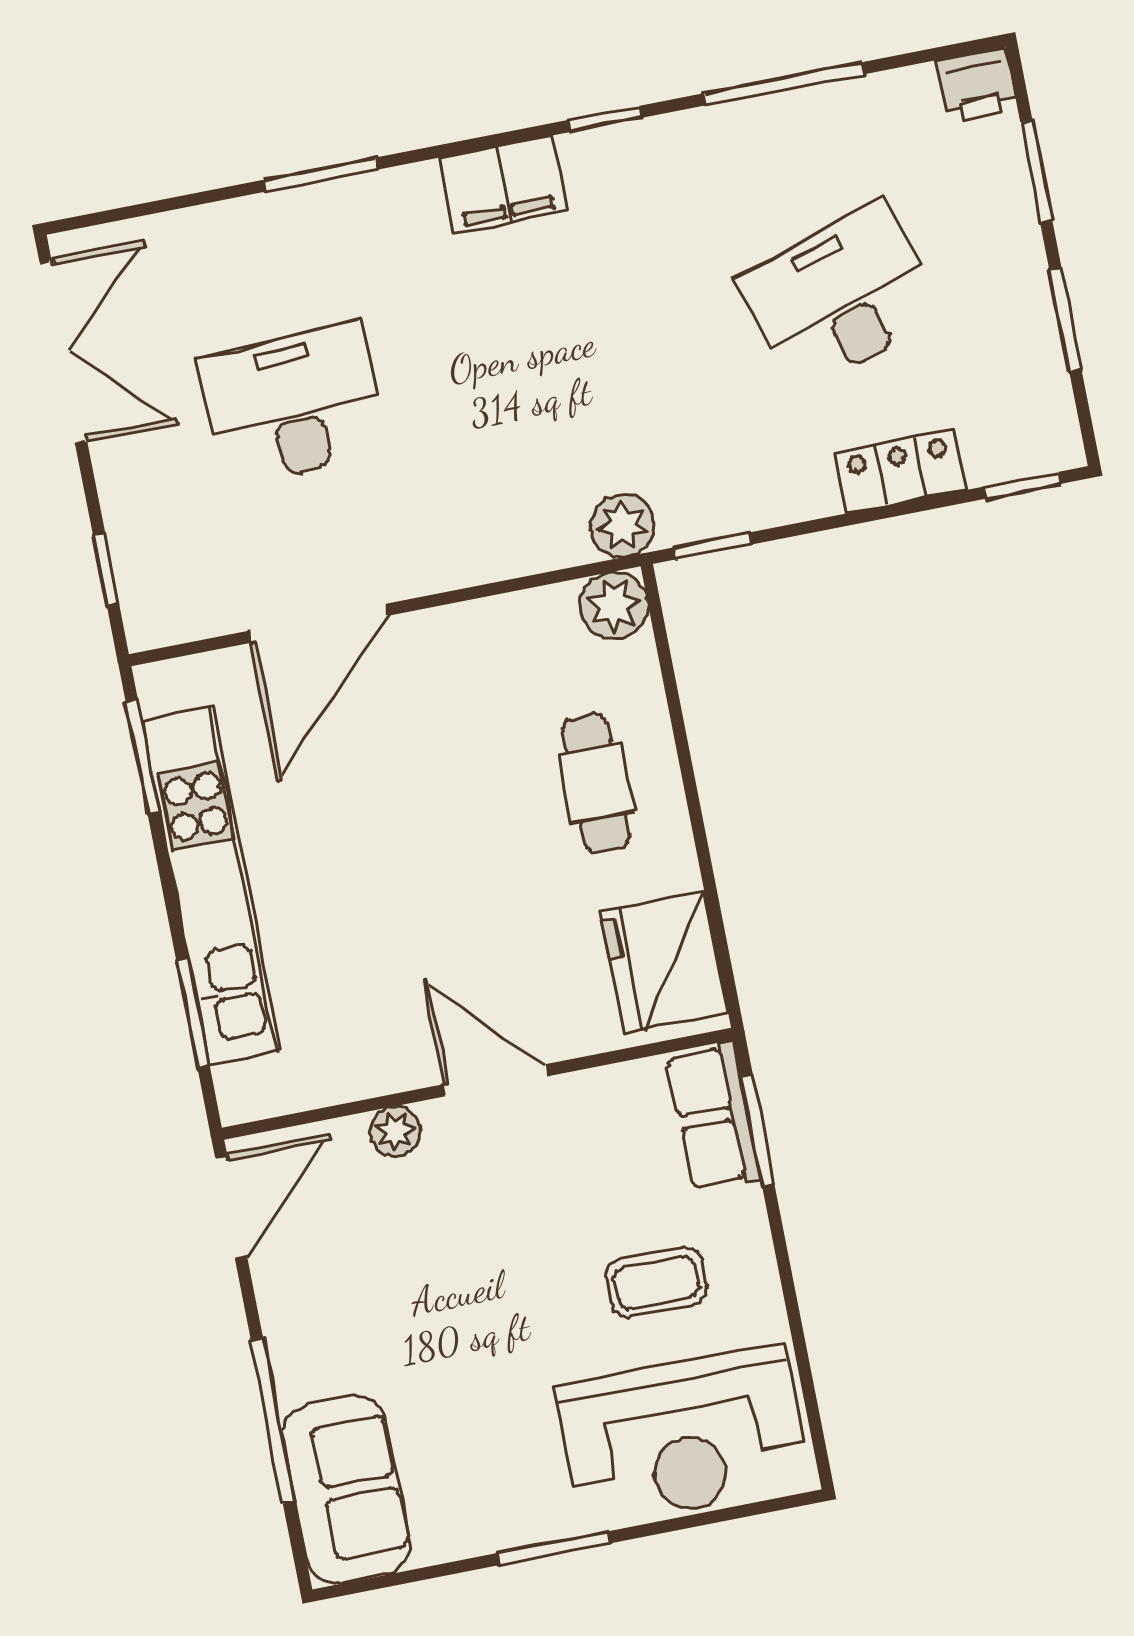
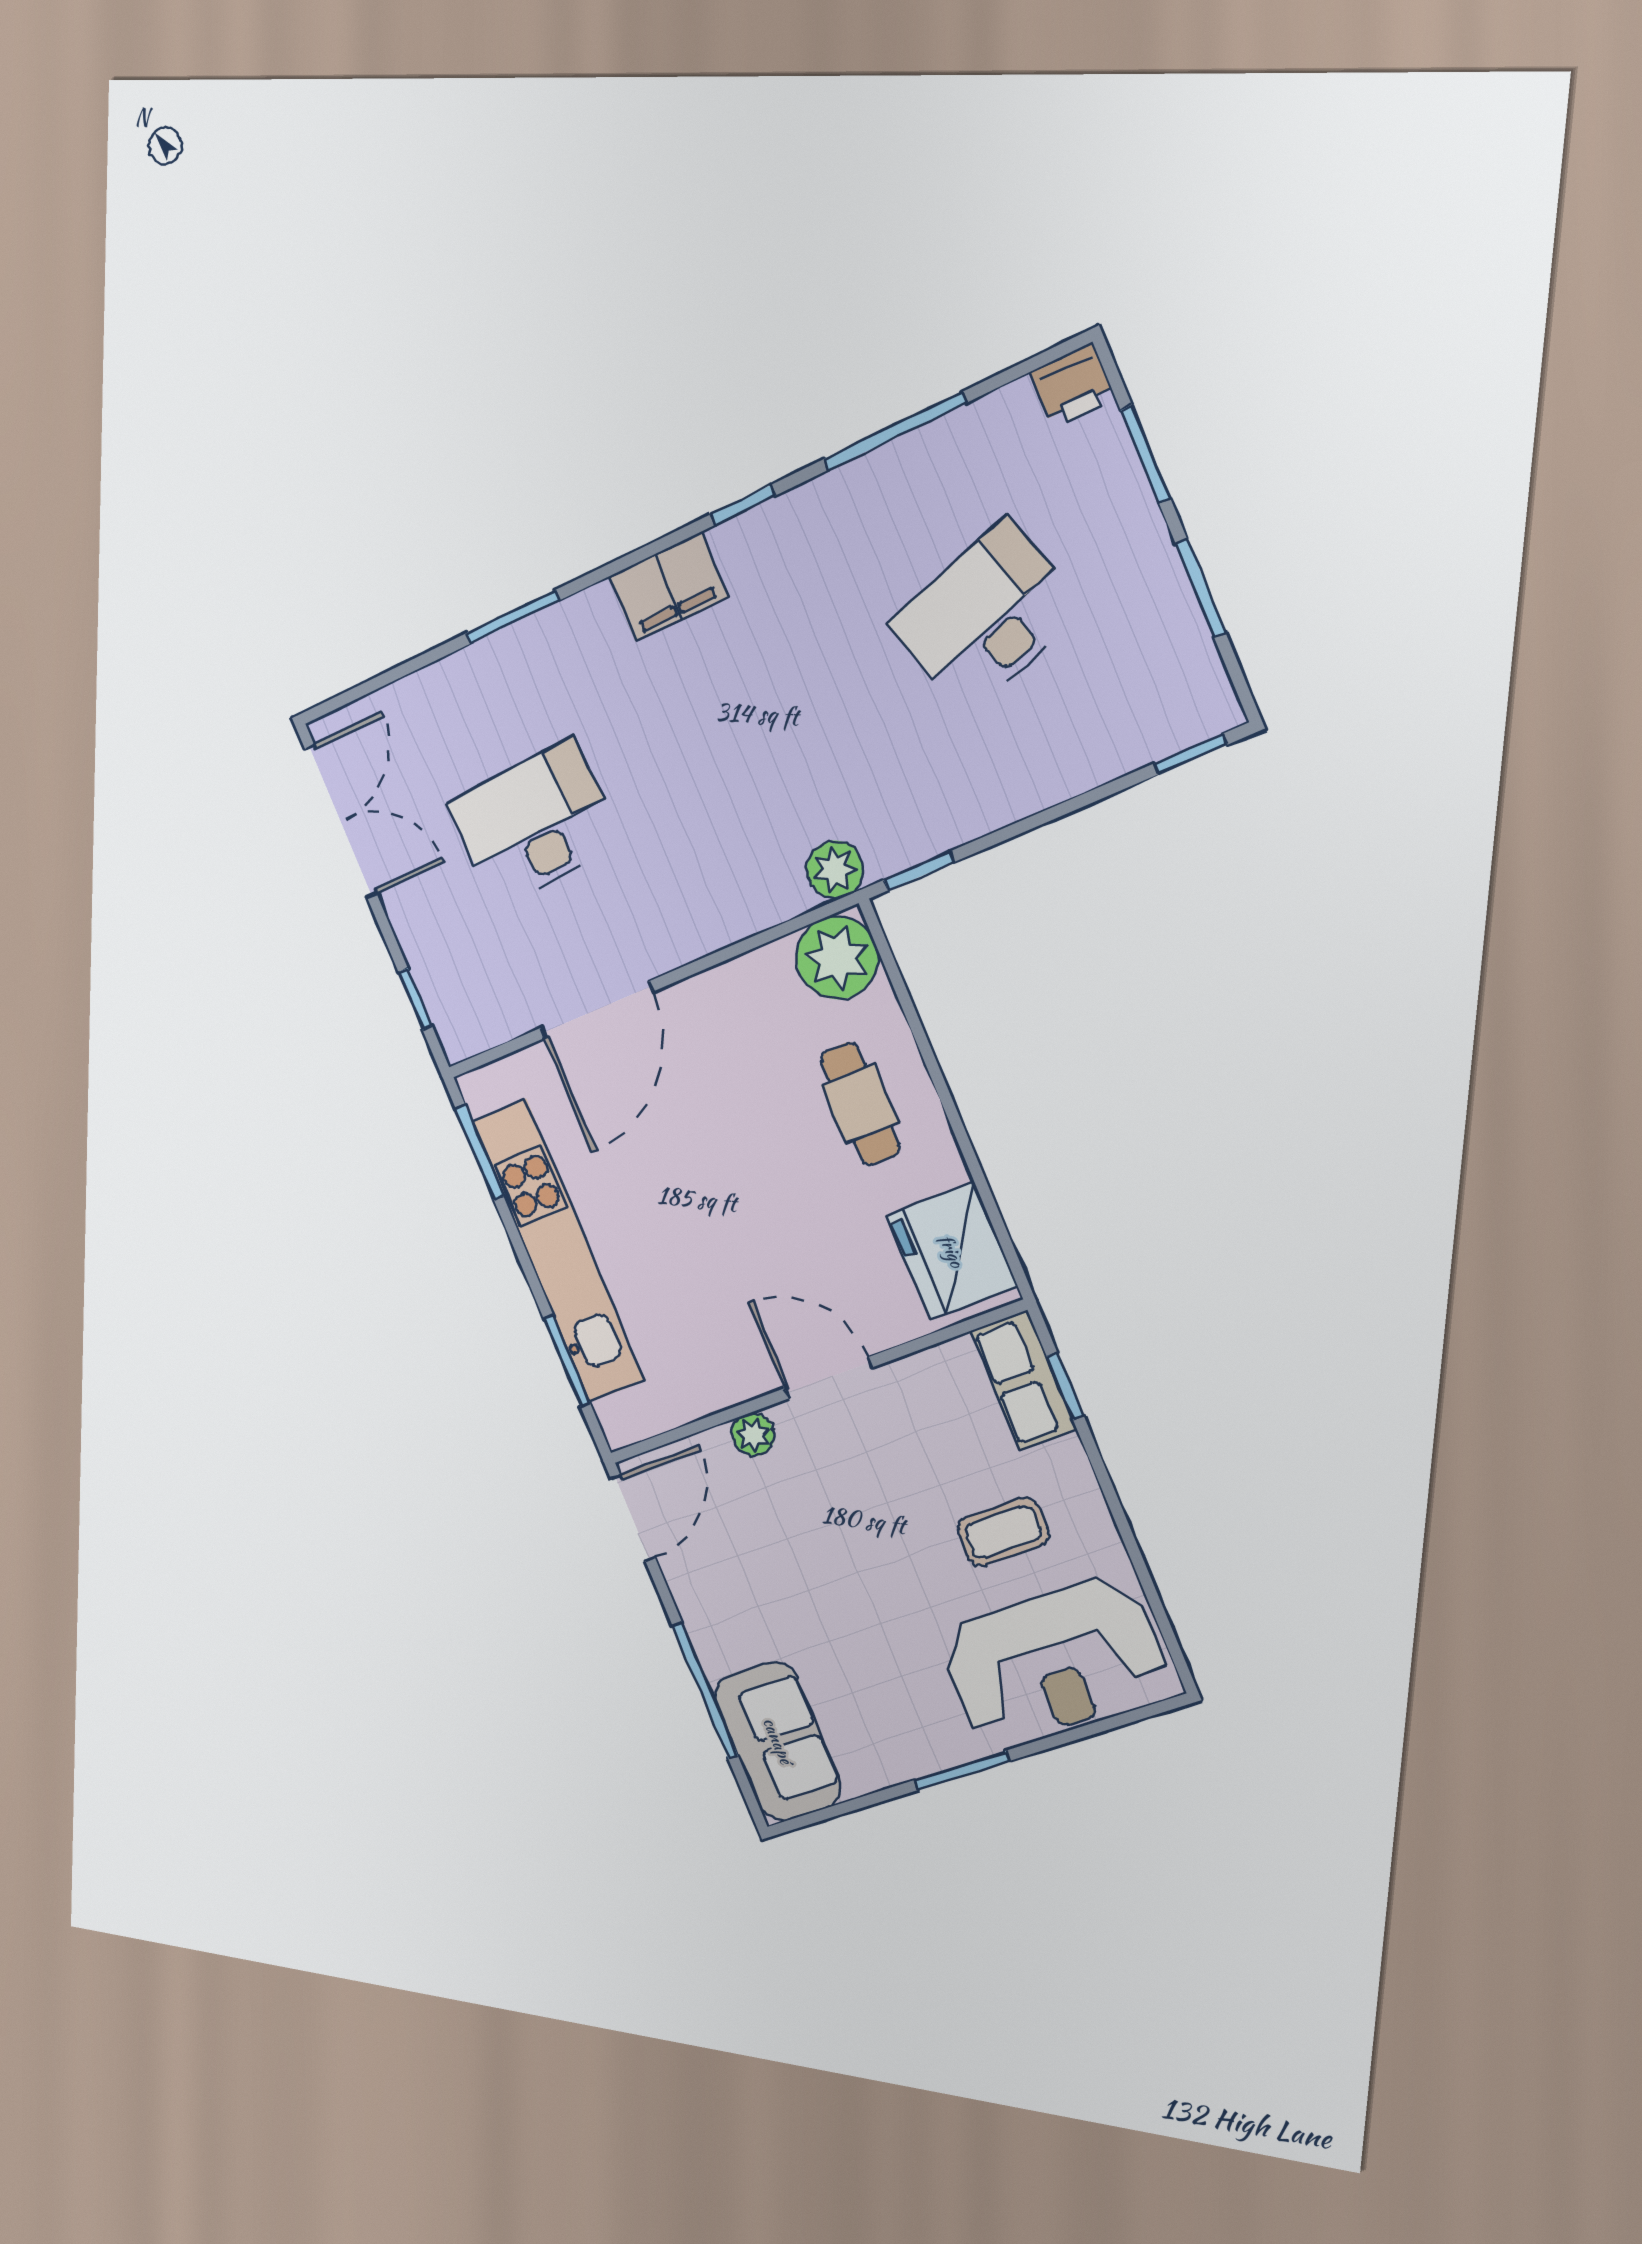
locker: (900, 471) -> (1074, 766), removed
plant: (614, 606) -> (837, 958), width x1.36, depth x1.36
window: (758, 1130) -> (1065, 1386), width x0.67

